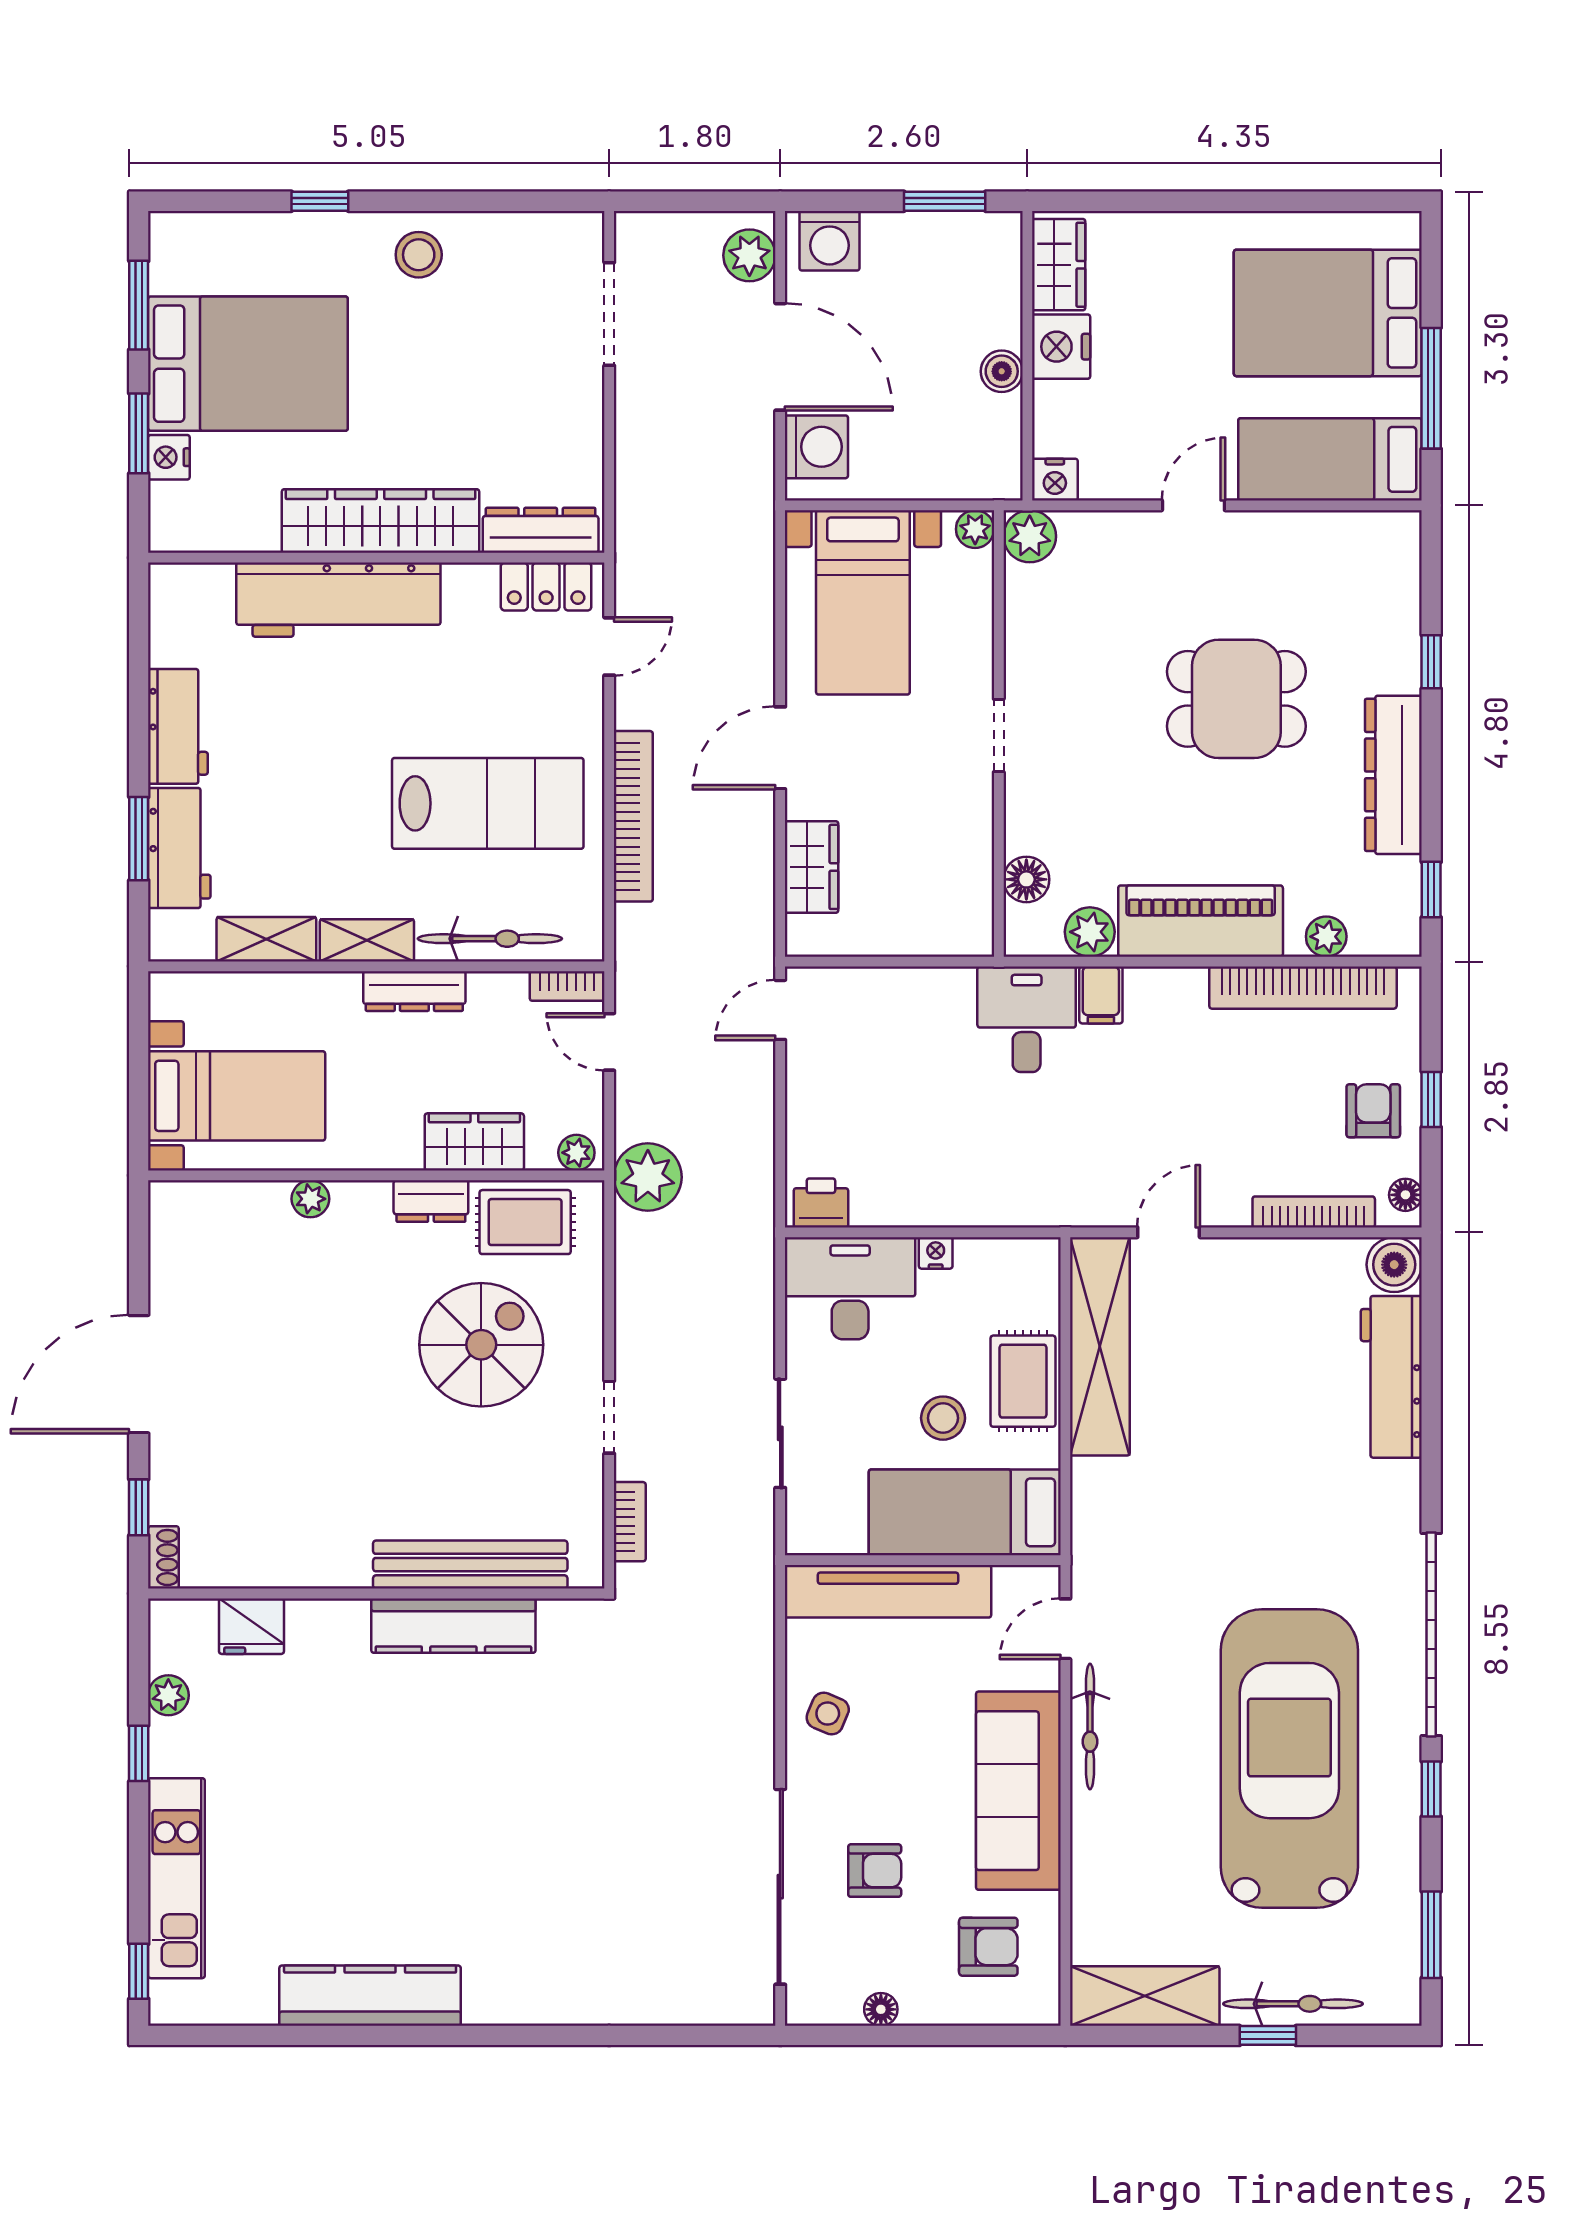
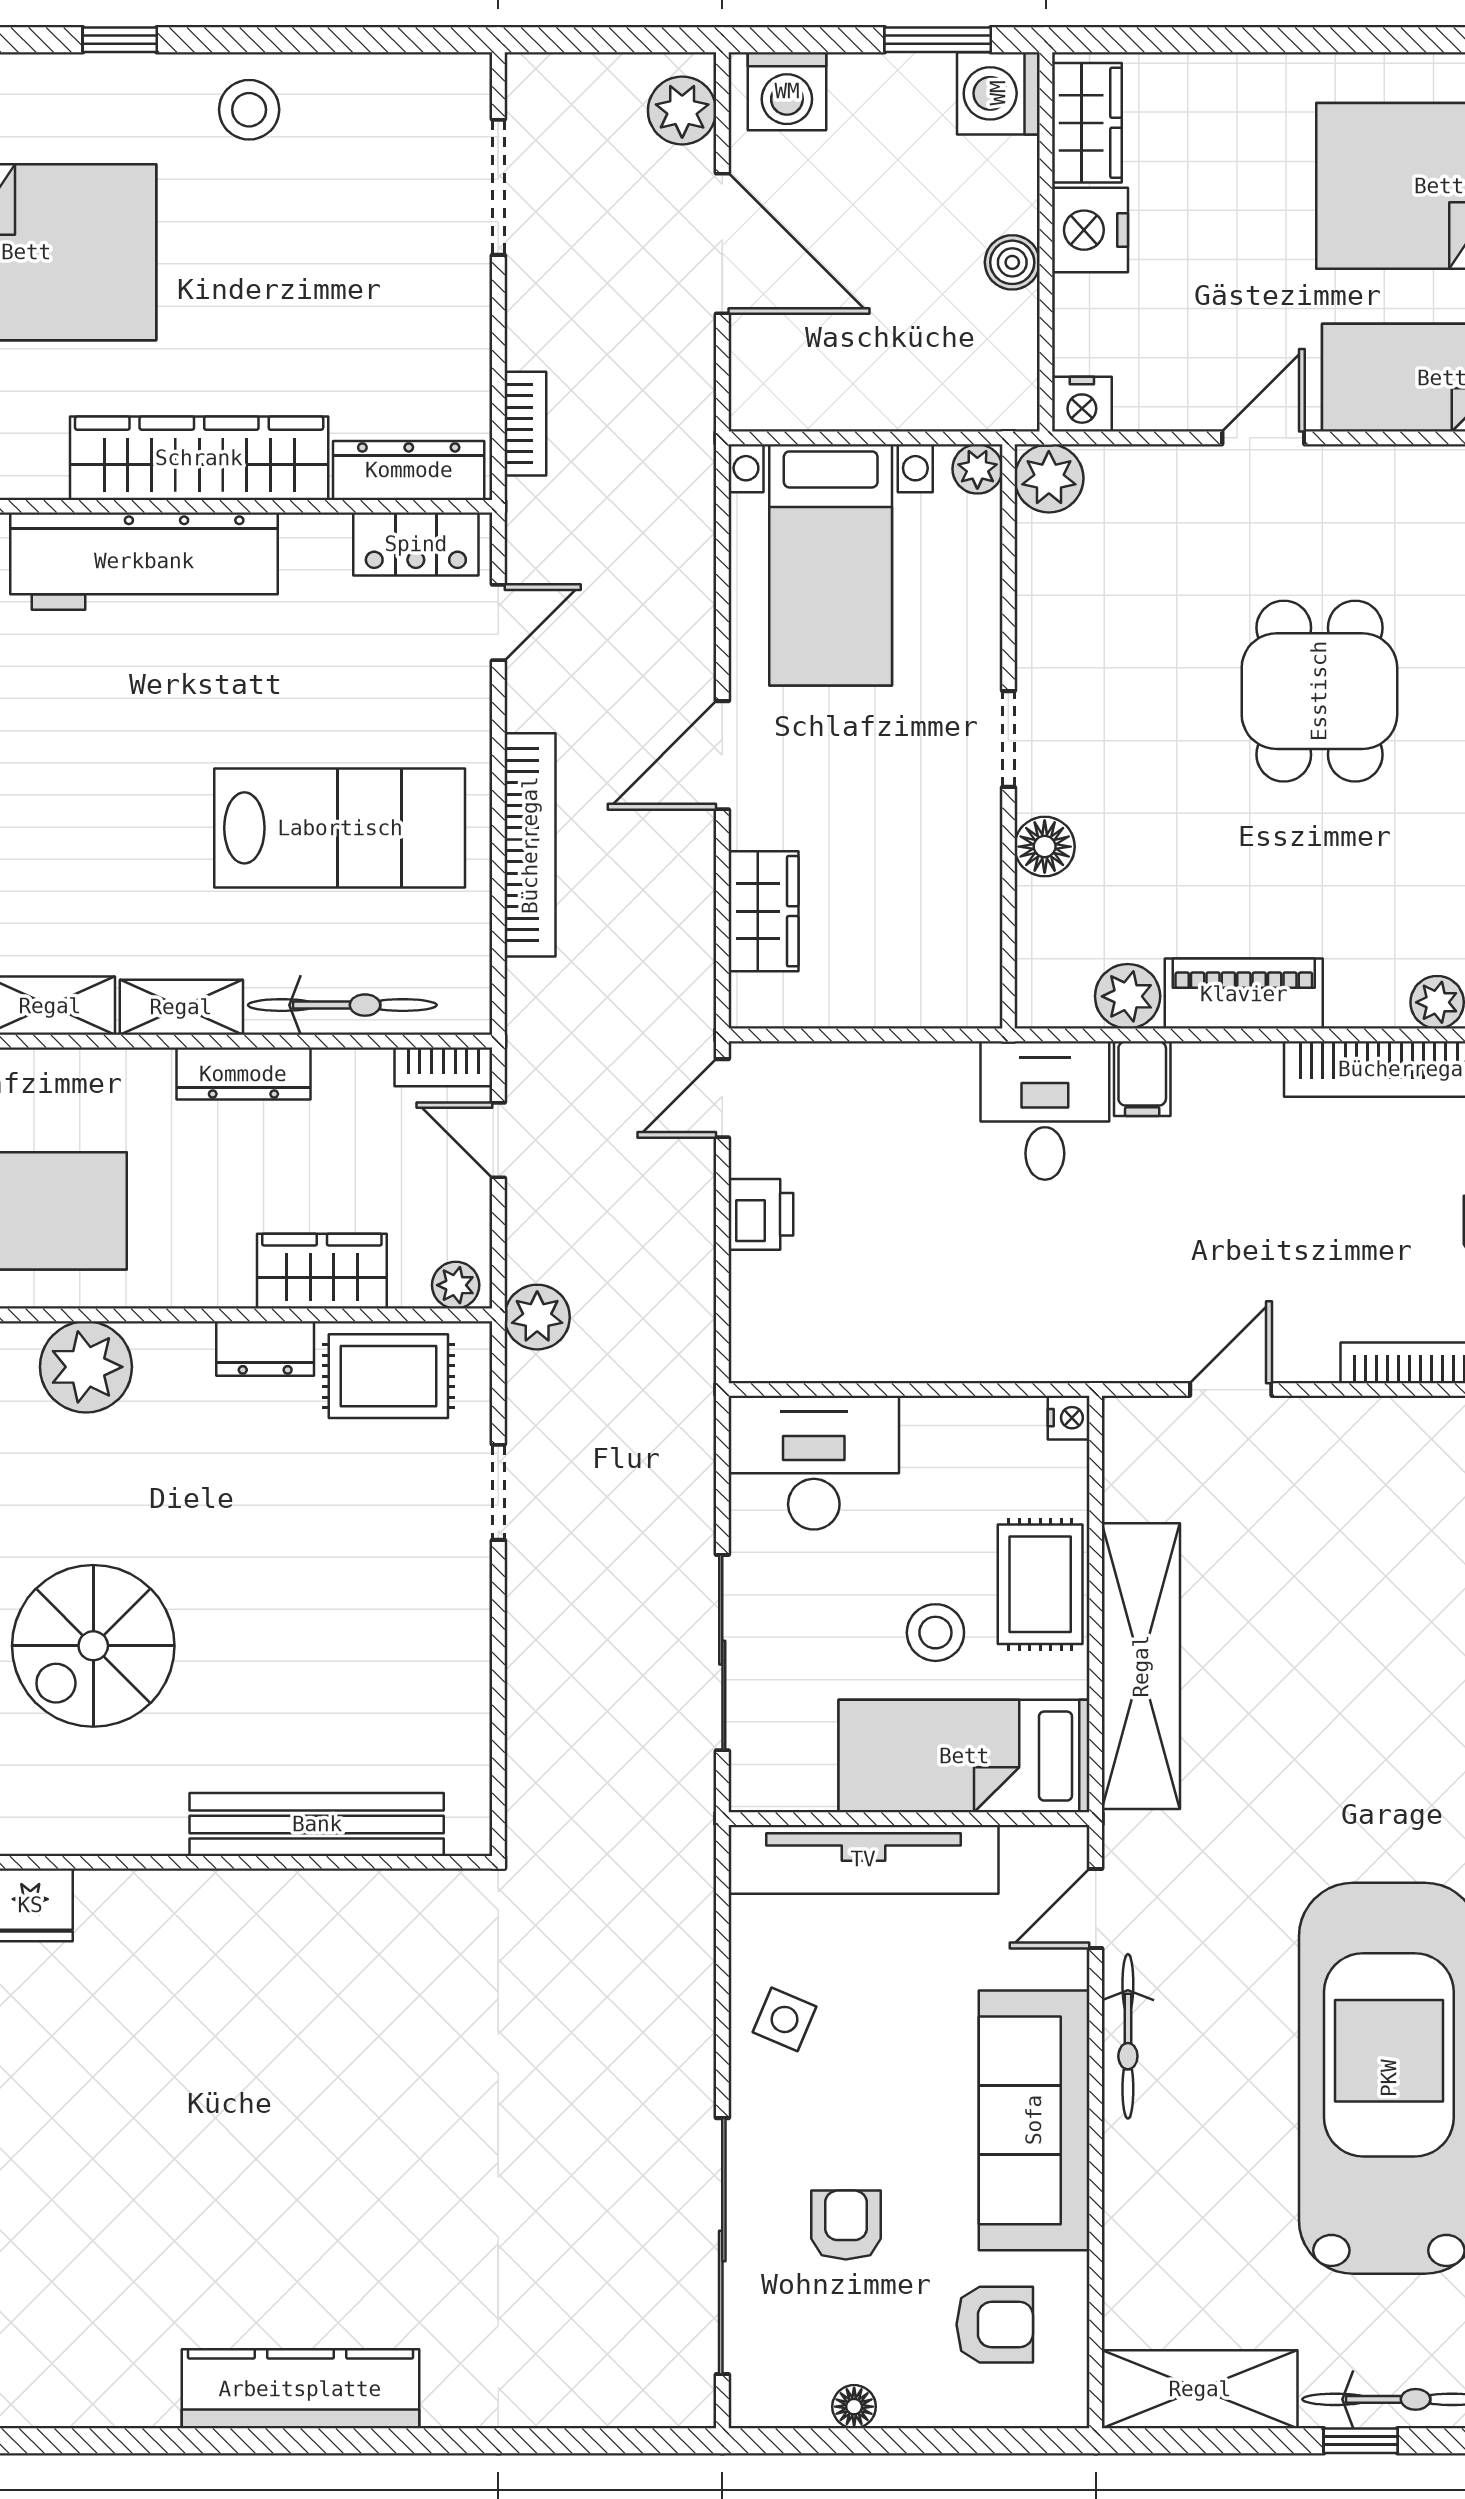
washing machine: (816, 447) -> (998, 93), moved, turned 180
dining table: (1236, 699) -> (1319, 691), turned 90
floor lamp: (1026, 879) -> (1045, 847), moved
piano: (1201, 921) -> (1244, 994), width x0.73, depth x0.75
plant: (648, 1177) -> (537, 1317), width x0.73, depth x0.73
plant: (310, 1199) -> (86, 1367), width x1.87, depth x1.87
printer: (821, 1203) -> (761, 1214), moved, turned 90
nightstand: (936, 1253) -> (1069, 1418), moved, turned 90
spiral stairs: (481, 1345) -> (93, 1646), moved, turned 180
shelving: (1100, 1346) -> (1141, 1666), moved
doorway: (609, 1417) -> (498, 1492), moved
sliding door: (780, 1433) -> (722, 1653), width x1.37
bookcase: (630, 1522) -> (525, 424), moved
kitchen counter: (453, 1626) -> (295, 1904), removed
armchair: (875, 1871) -> (846, 2225), turned -90
kitchen counter: (370, 1996) -> (300, 2389), moved

